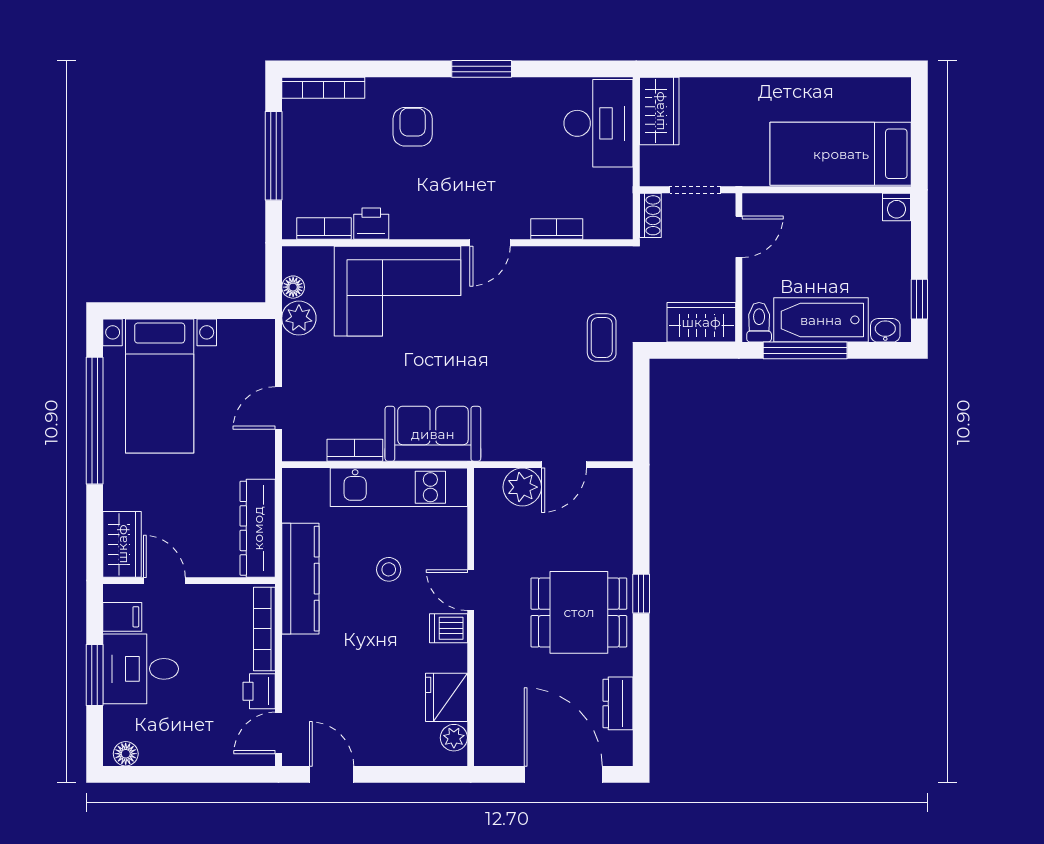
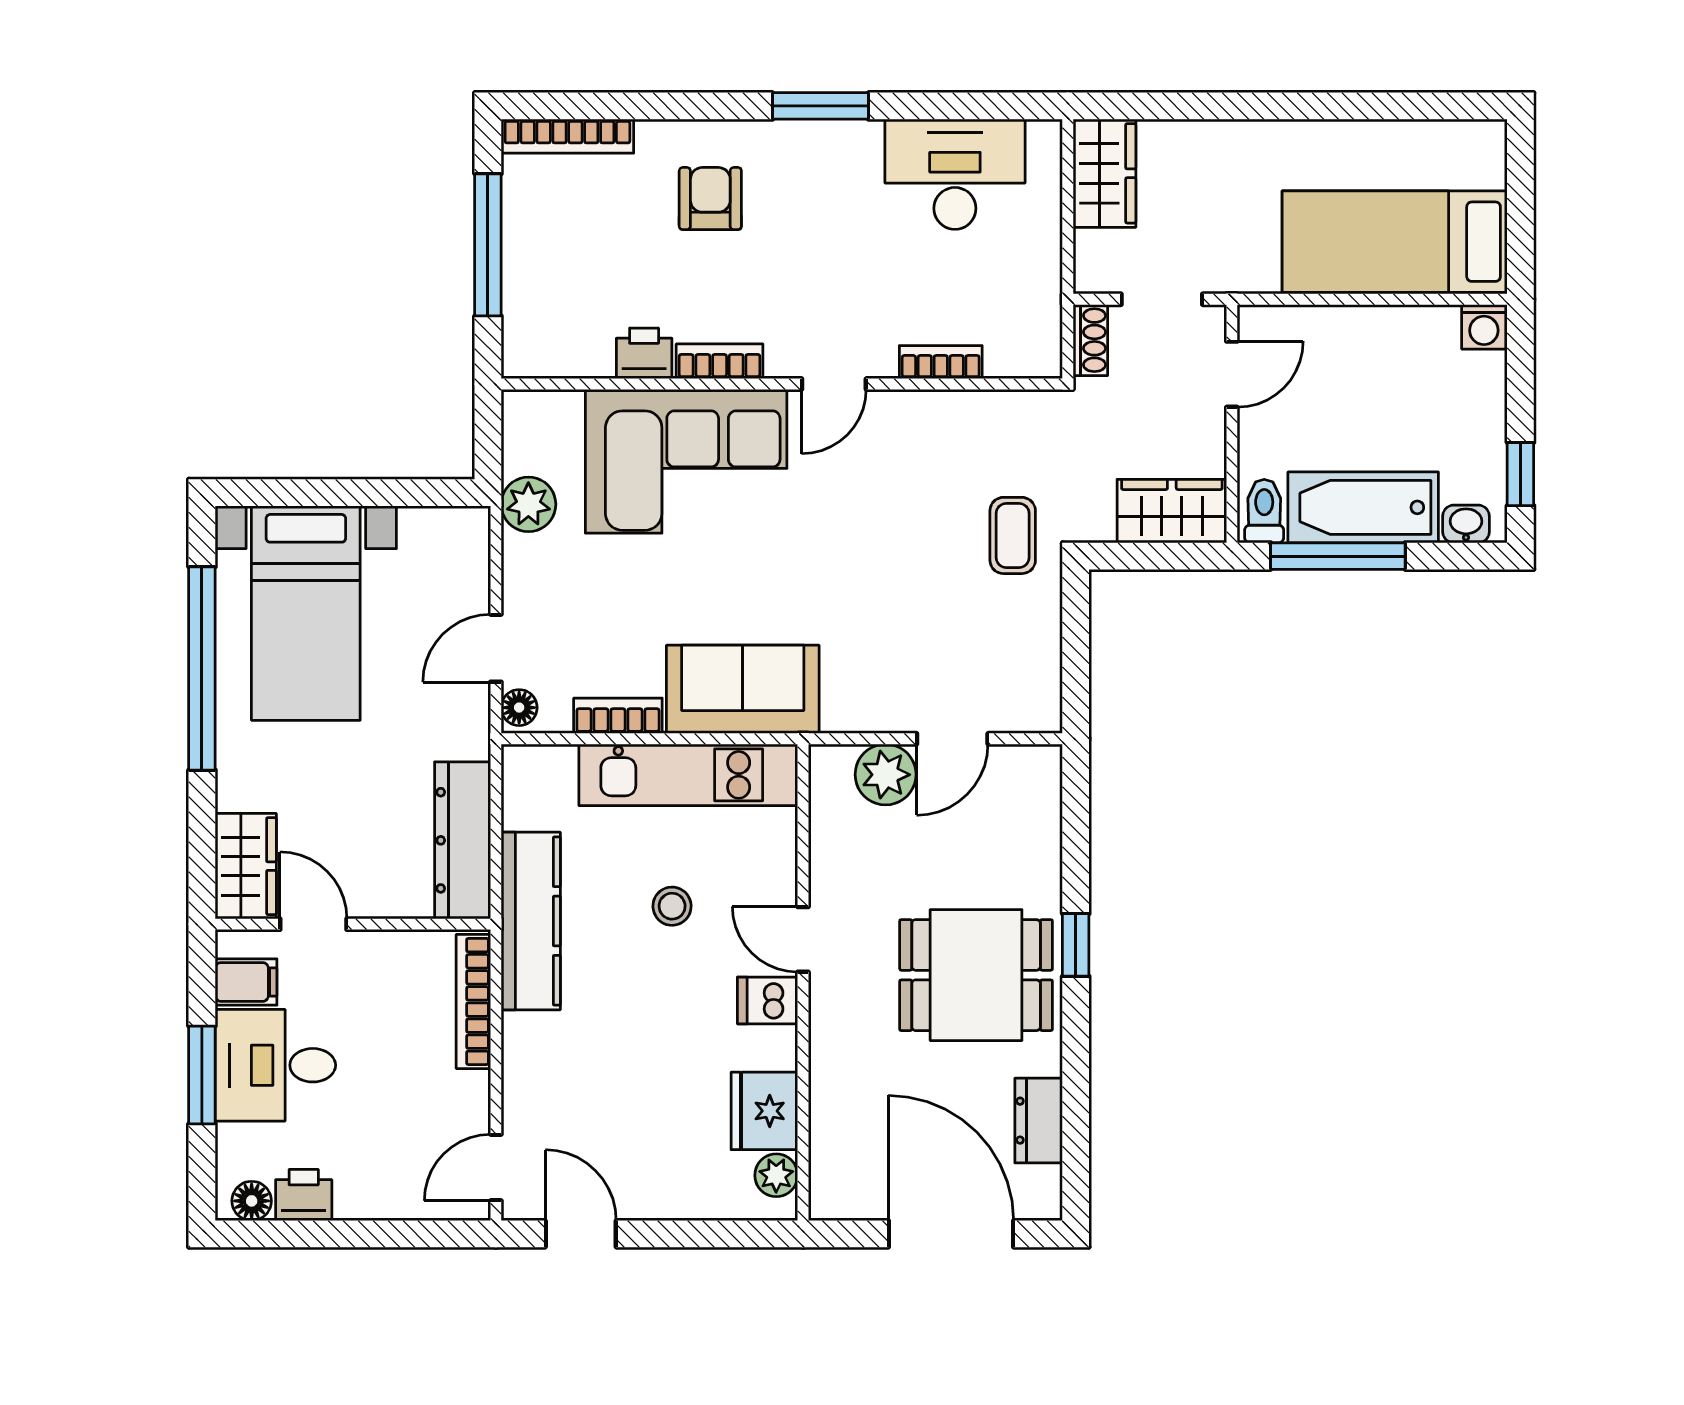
desk: (598, 123) -> (955, 174), moved, turned -90
bookcase: (324, 229) -> (720, 361), moved
floor lamp: (293, 287) -> (519, 708), moved
printer: (259, 691) -> (304, 1195), moved, turned 90

